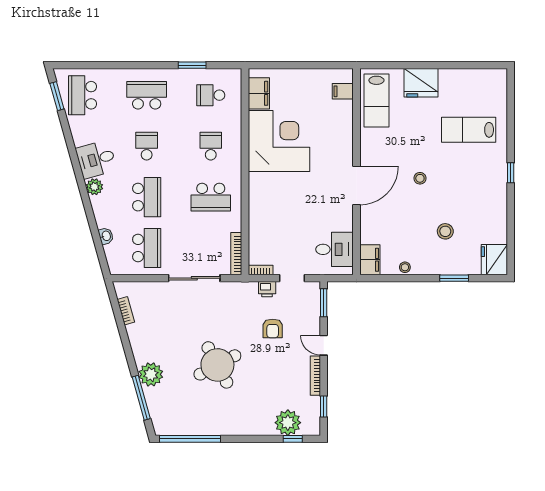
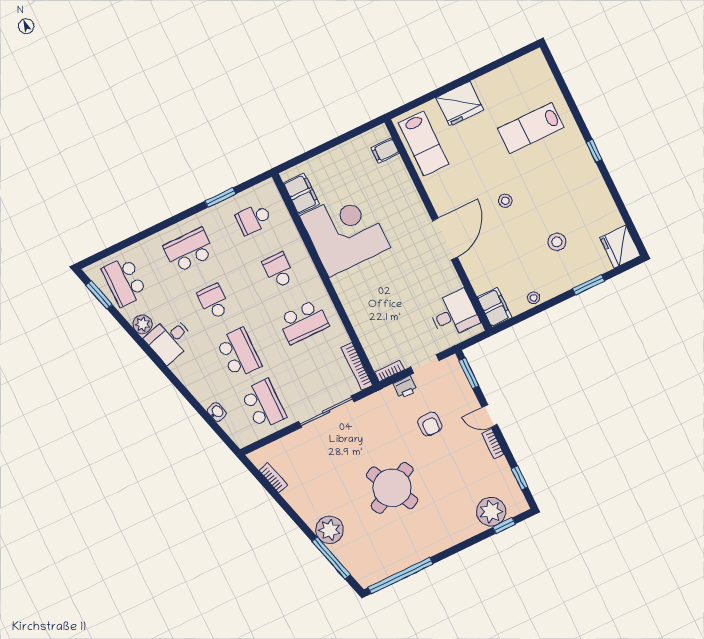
plant: (94, 187) -> (142, 324), moved
bookcase: (315, 376) -> (493, 444), width x0.64

